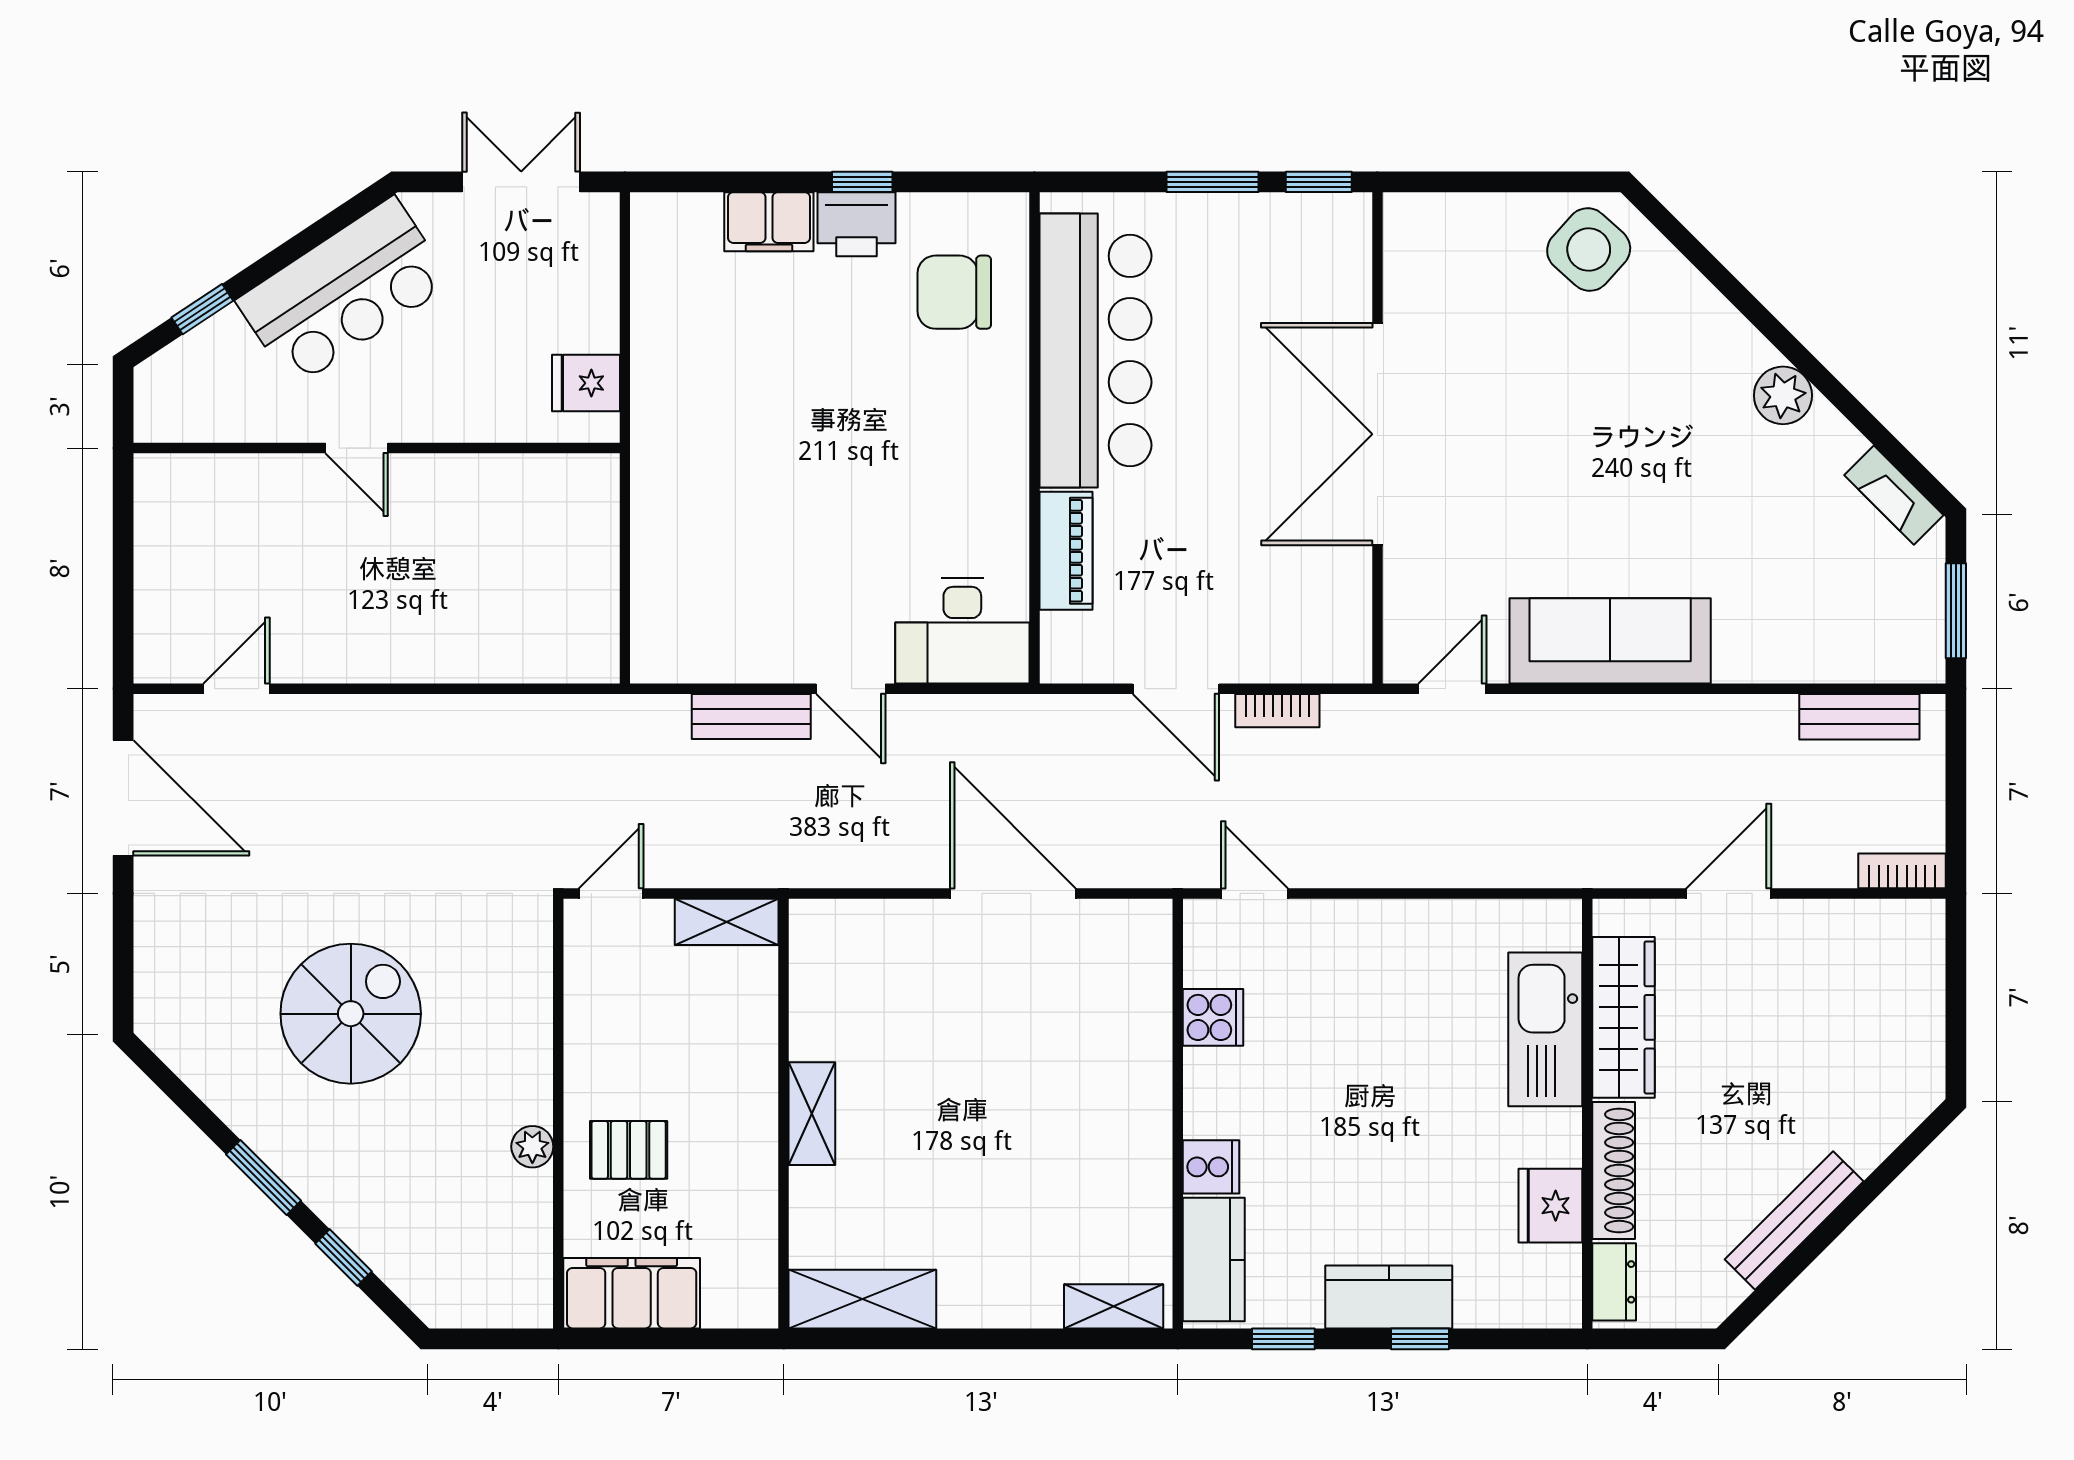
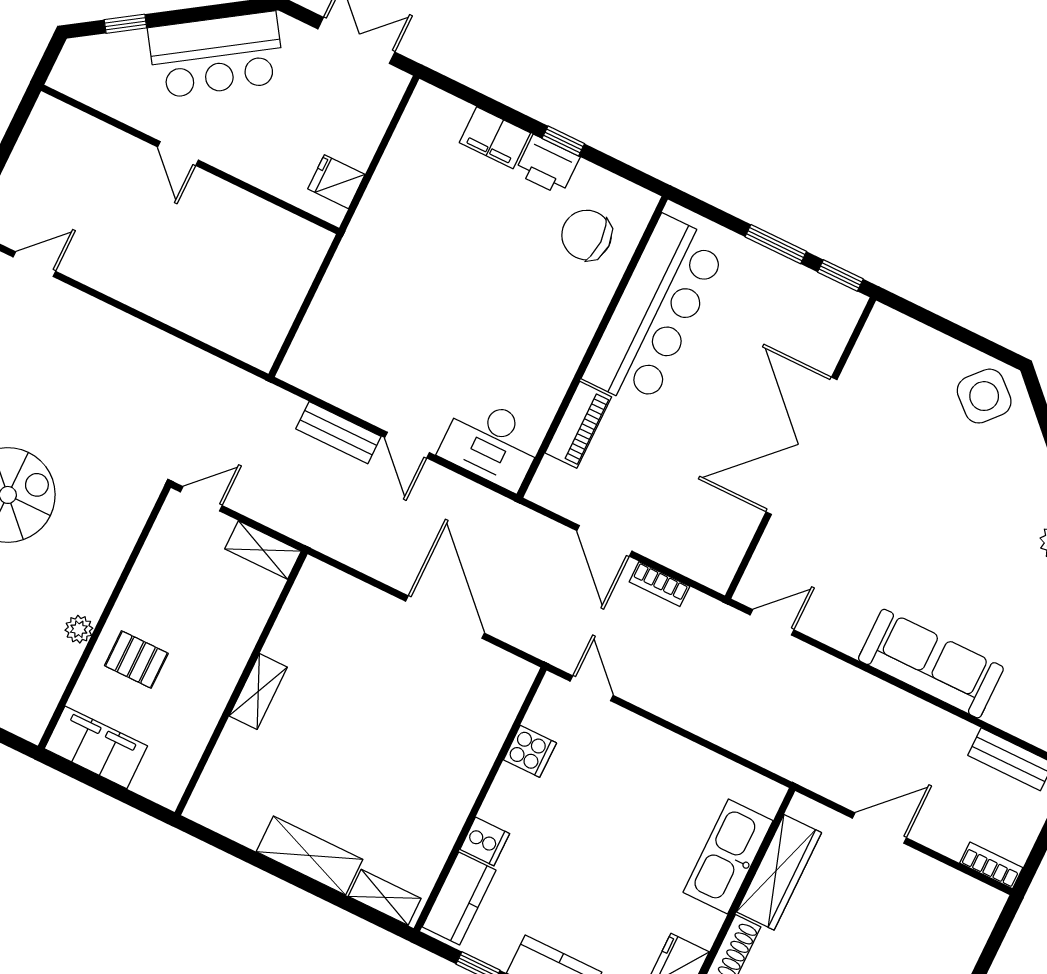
sofa: (1610, 641) -> (931, 664), moved
shelving: (862, 1299) -> (309, 855), moved

